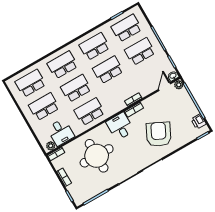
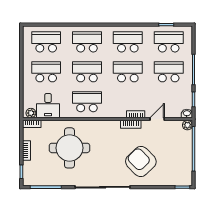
door: (165, 87) -> (157, 119), moved
printer: (198, 121) -> (186, 171), removed
desk: (120, 126) -> (108, 133), removed
armchair: (159, 134) -> (141, 161), turned -70

